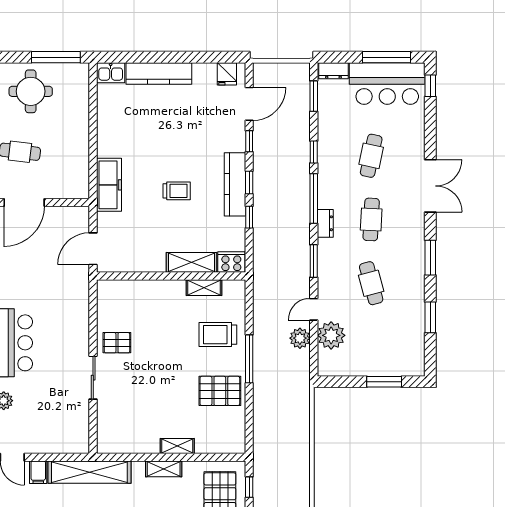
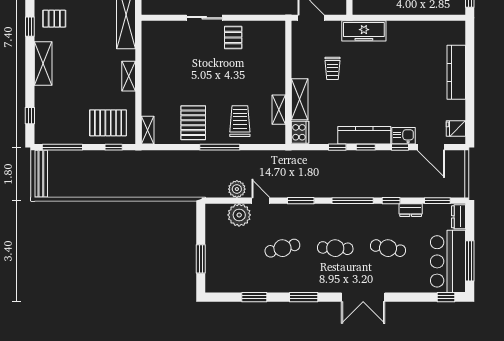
kitchen sink: (111, 73) -> (403, 136), moved, turned 90
trolley: (177, 191) -> (333, 68), moved
dresser: (325, 223) -> (411, 210), moved
shelving: (177, 446) -> (148, 130), moved

